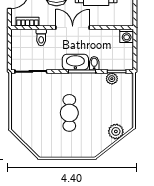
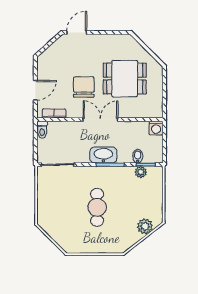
toilet: (41, 37) -> (42, 130), moved
bidet: (94, 63) -> (138, 156), moved

